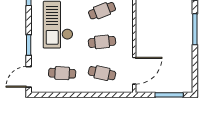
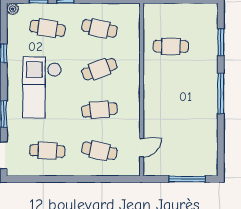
door: (134, 71) -> (142, 148), width x0.53

